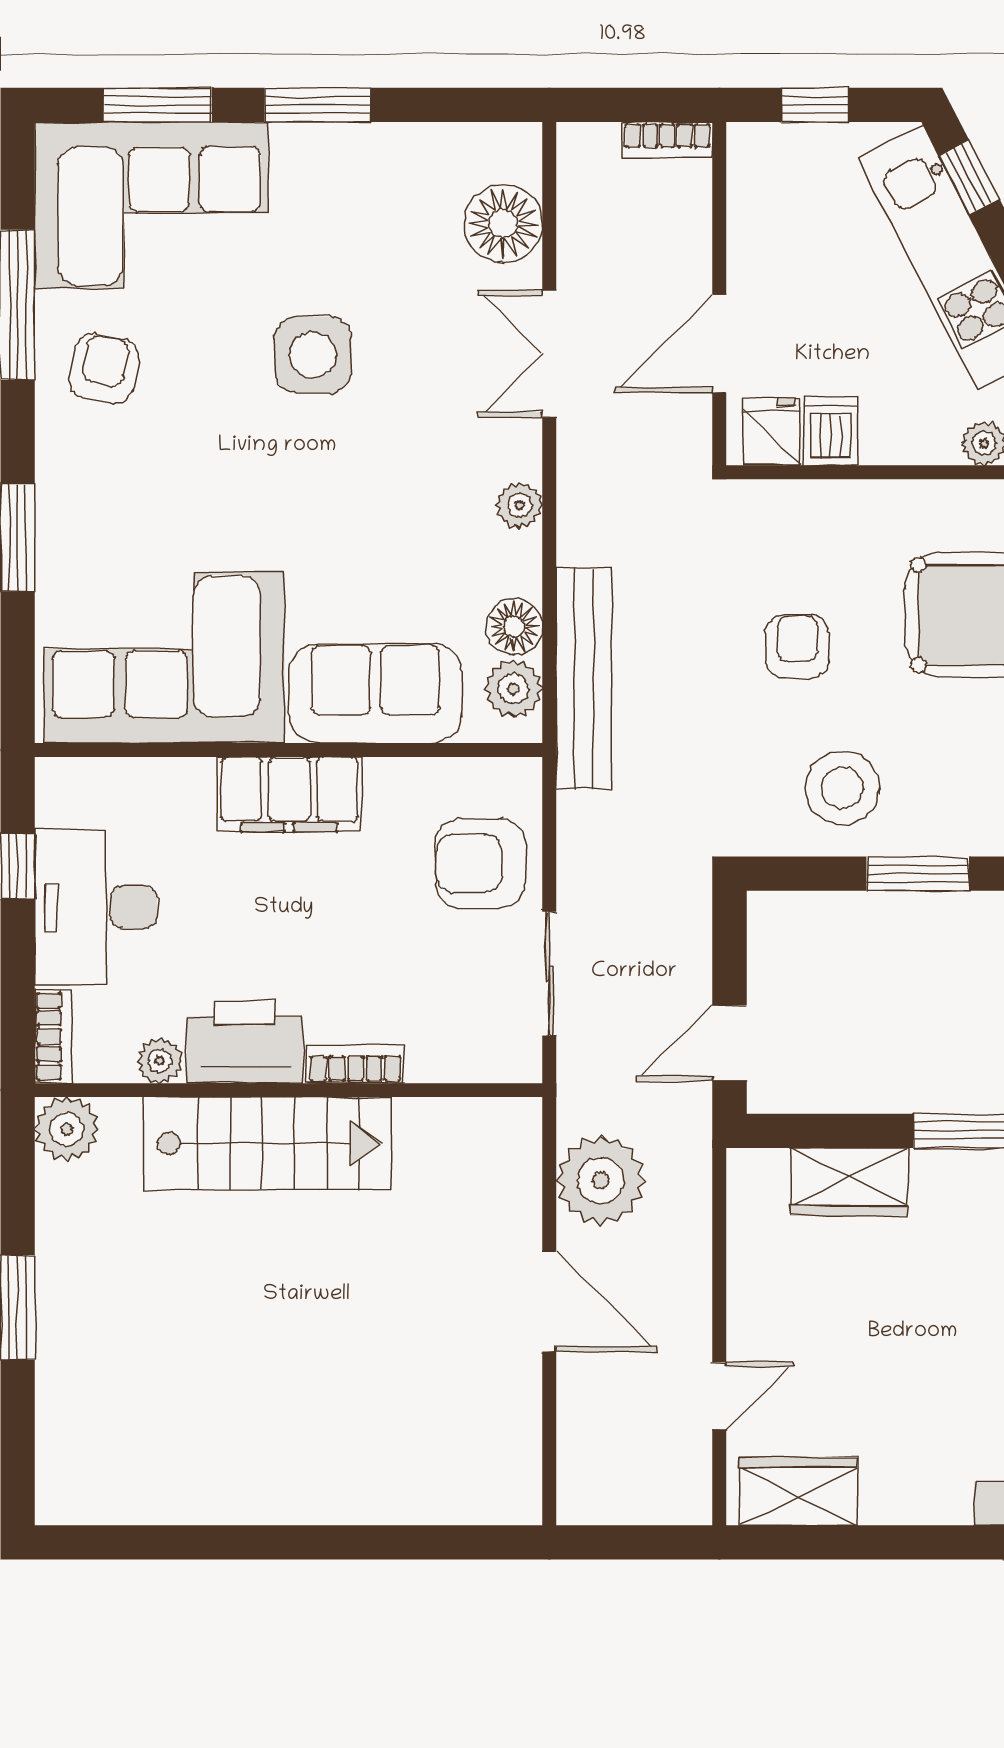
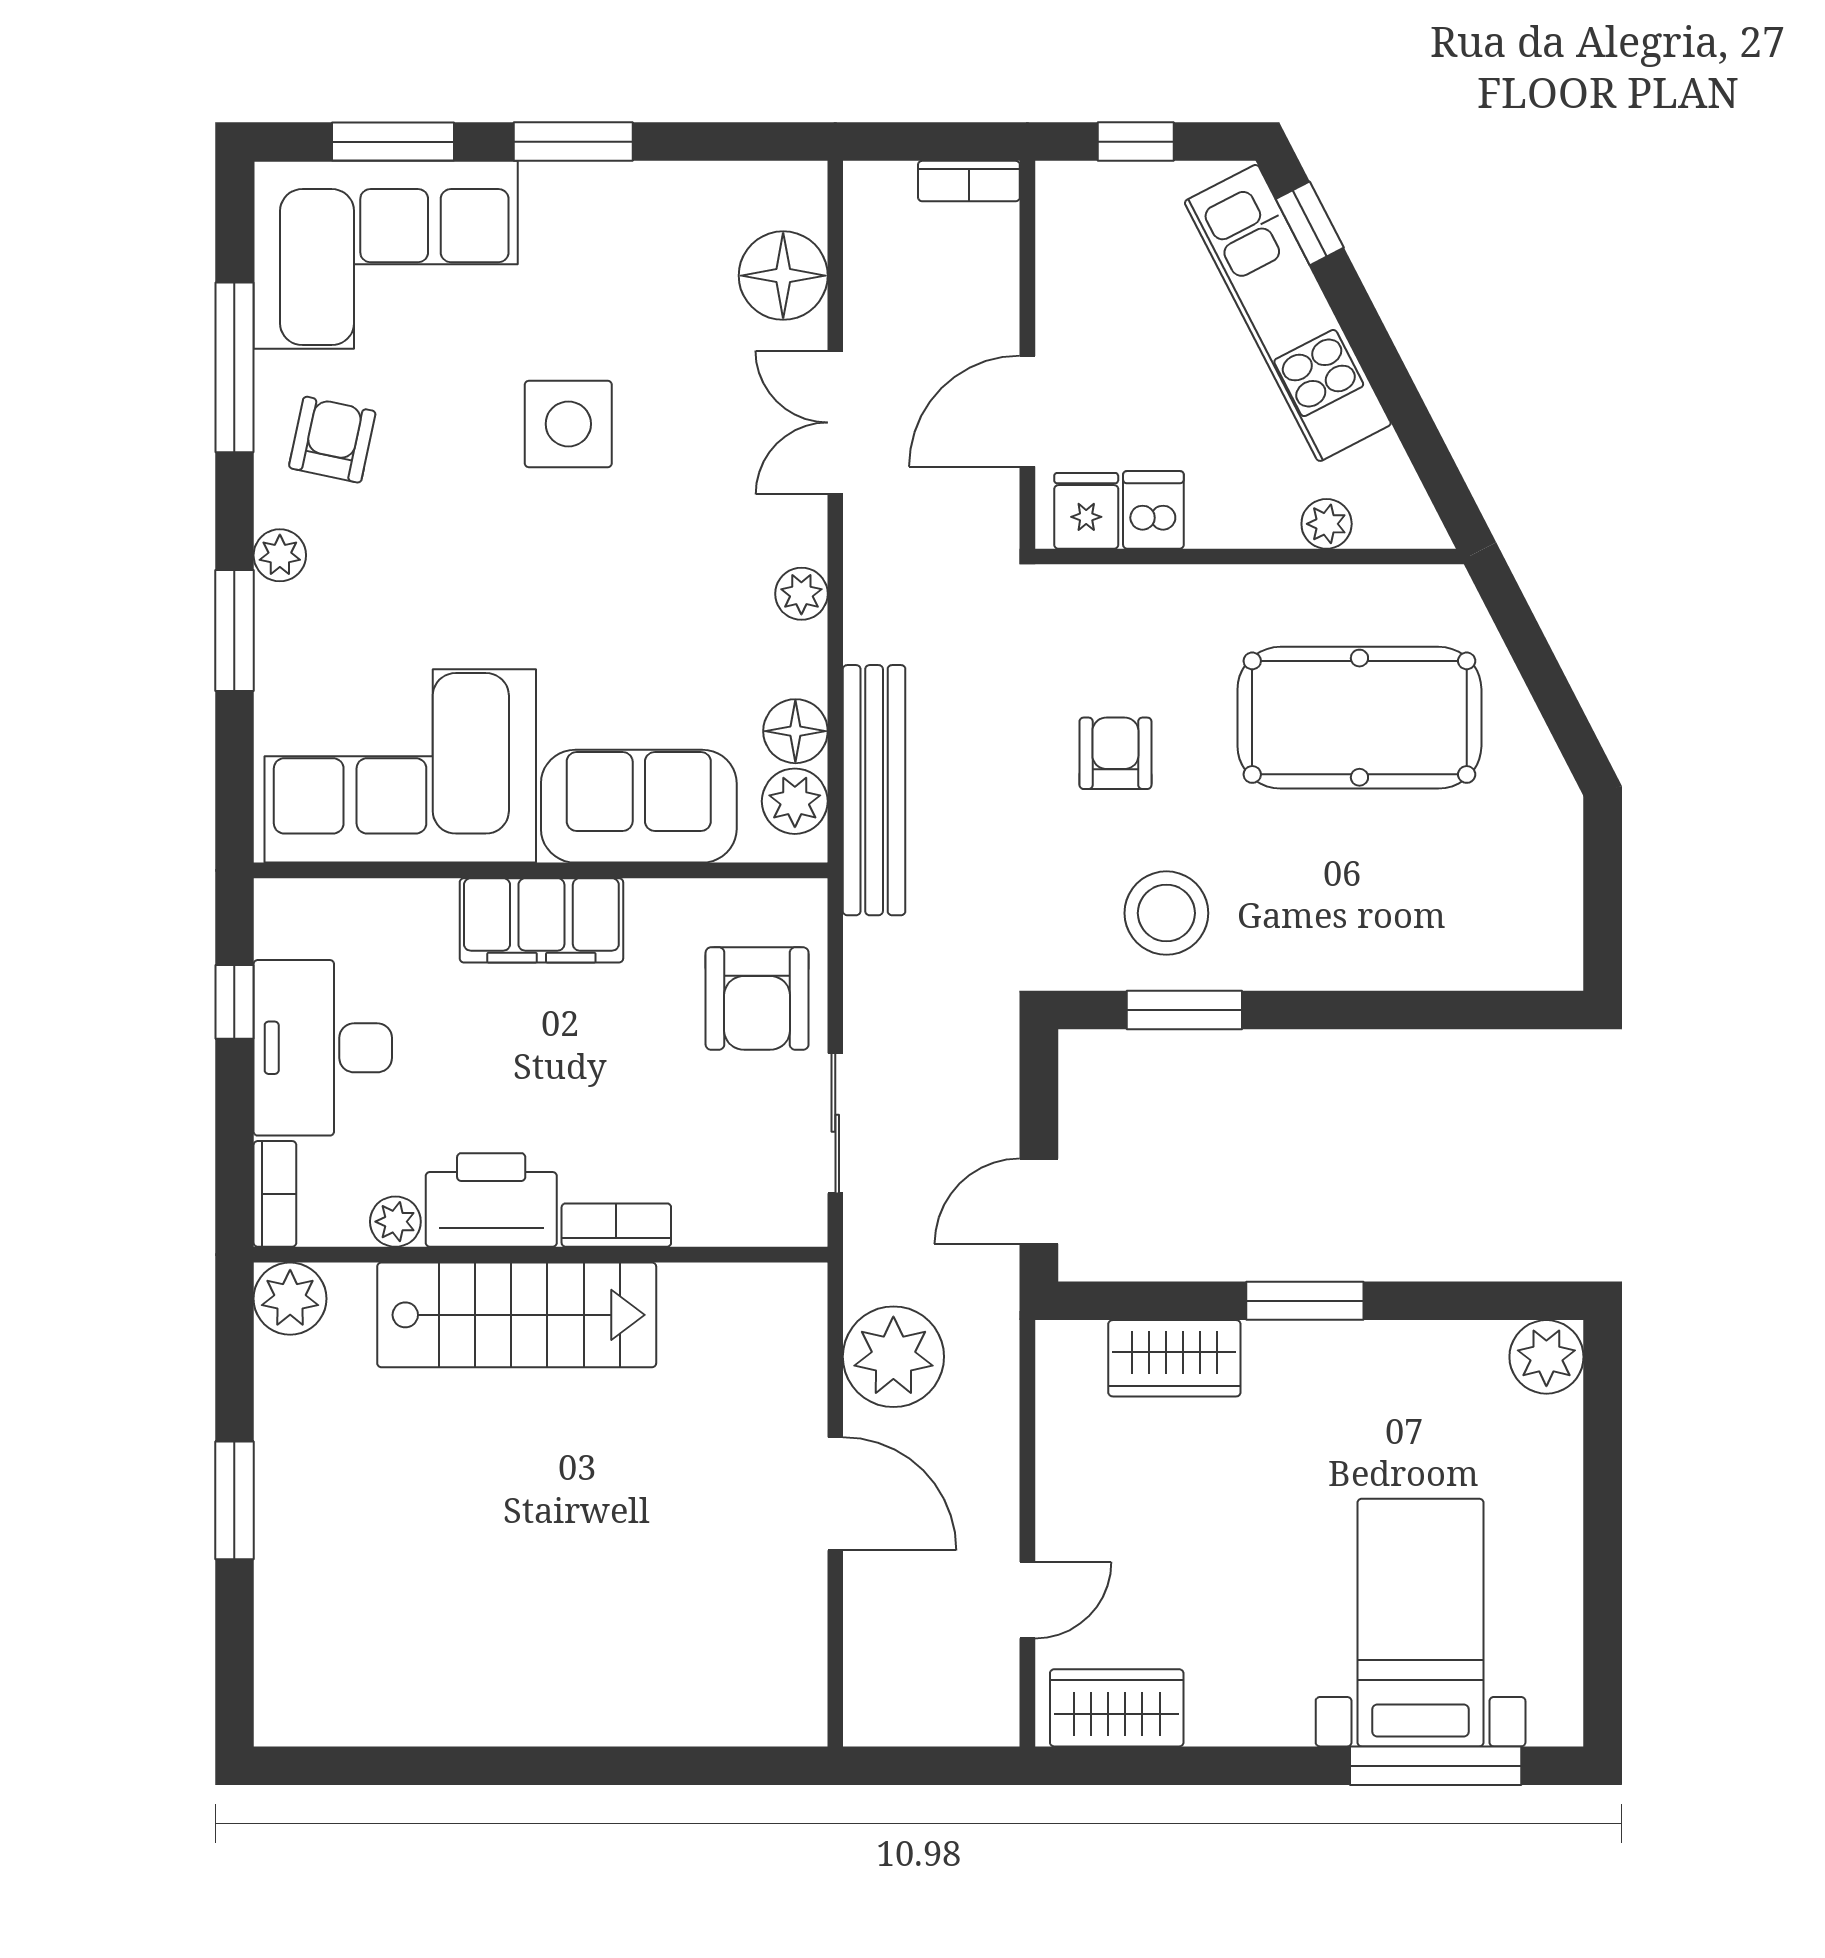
plant: (58, 471) -> (280, 555), added
armchair: (480, 863) -> (757, 999), turned -90
window: (918, 874) -> (1184, 1010), moved

